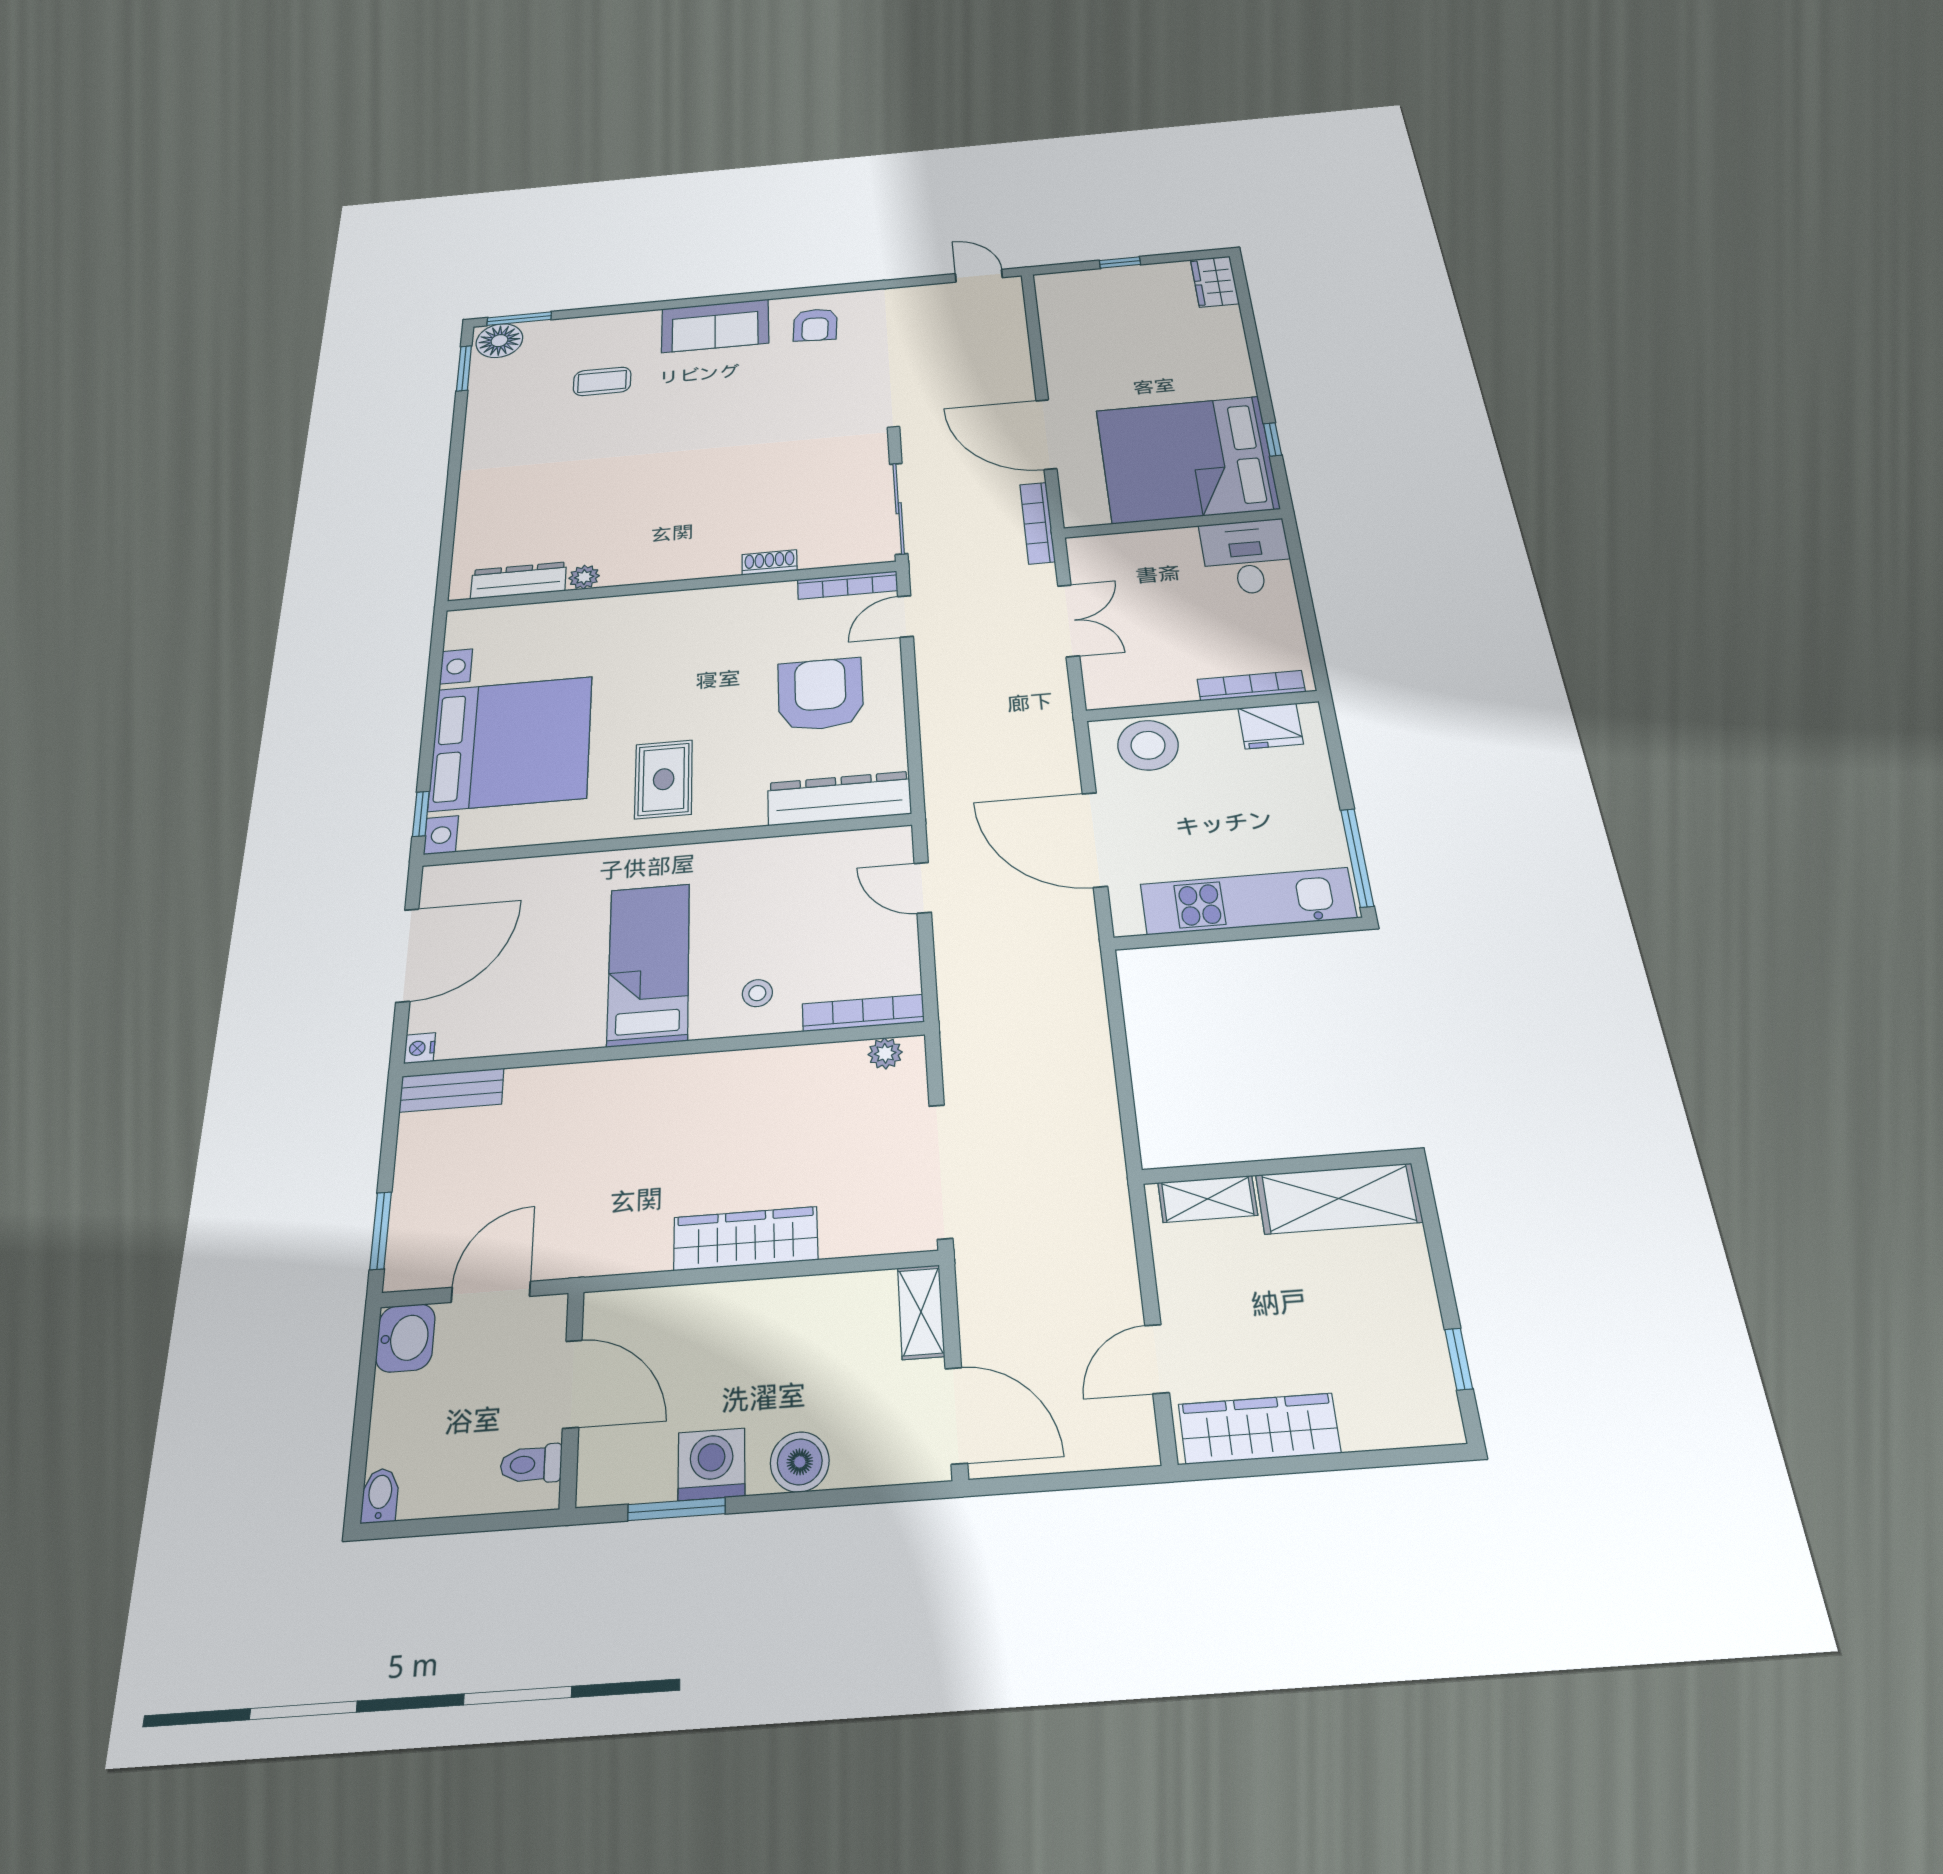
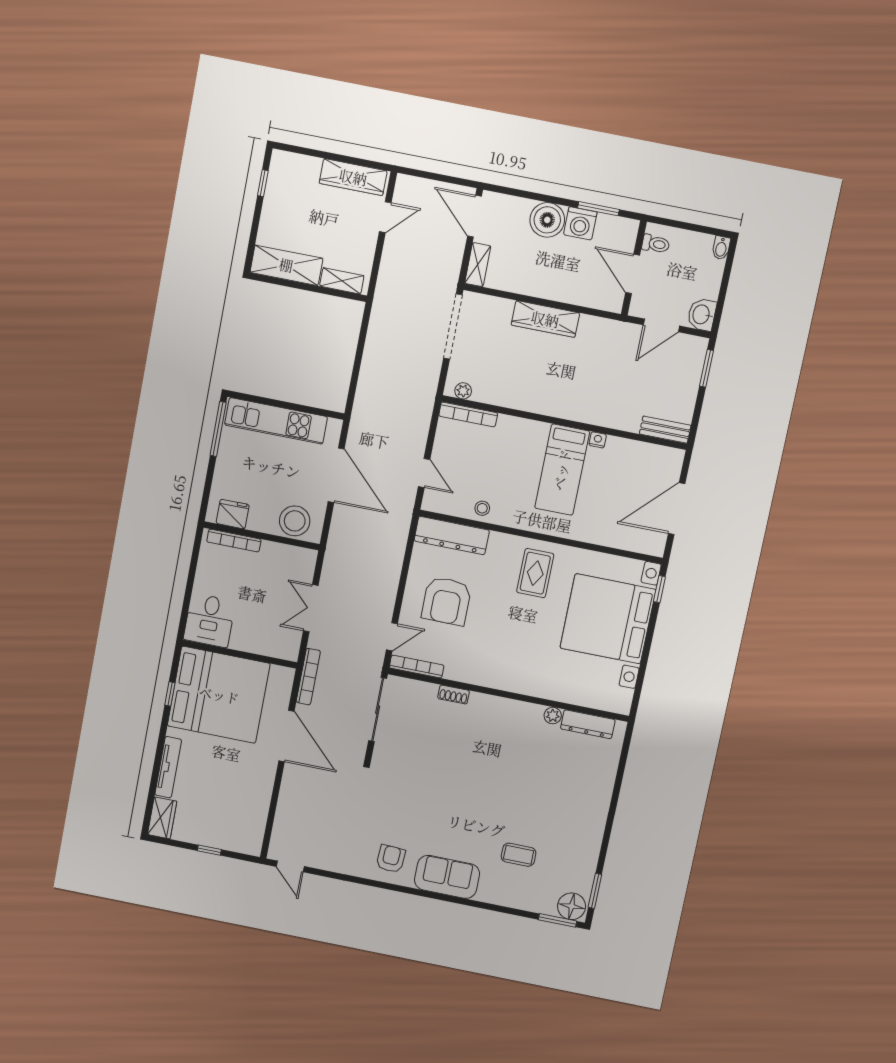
tv unit: (1233, 345) -> (168, 767), added
stool: (757, 993) -> (482, 508), moved
nightstand: (420, 1048) -> (598, 440), moved, turned -90
boiler: (800, 1462) -> (547, 220), width x1.37, depth x1.37

